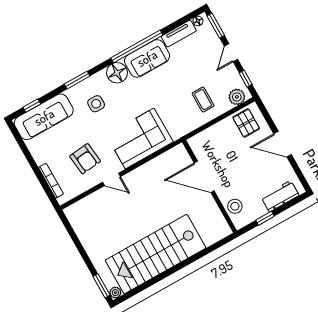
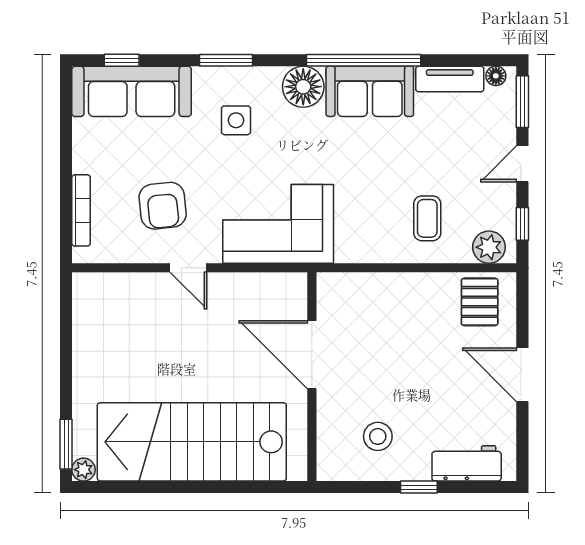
door: (204, 177) -> (312, 355), moved
wall: (210, 186) -> (312, 377), moved

